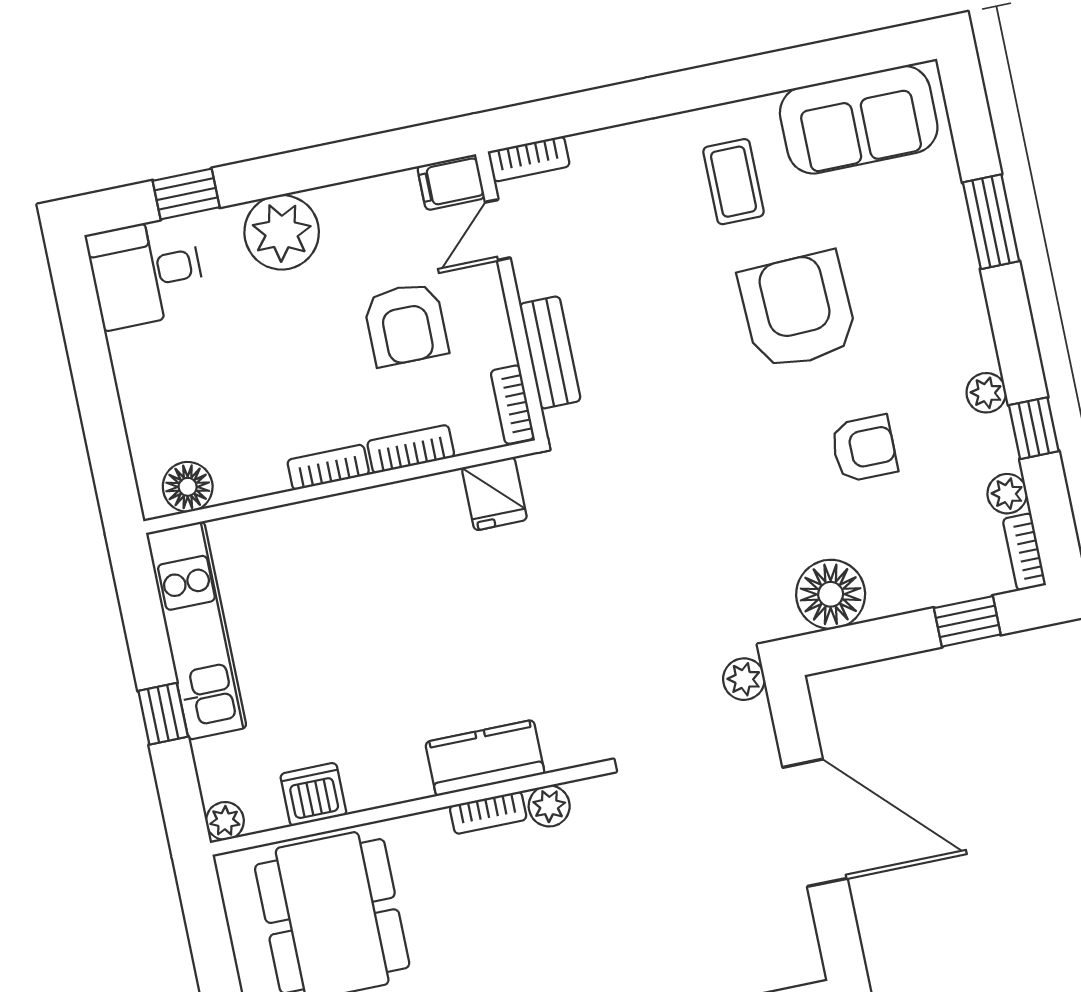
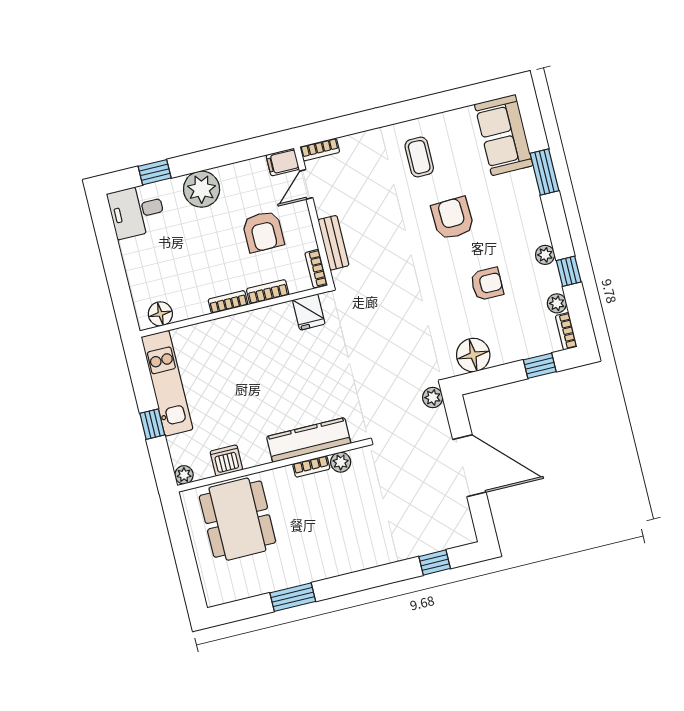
sofa: (859, 120) -> (504, 135), moved, turned 90
armchair: (798, 311) -> (453, 218), width x0.73, depth x0.73
kitchen counter: (485, 758) -> (309, 440), width x1.50

